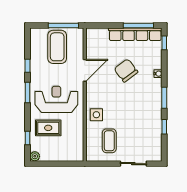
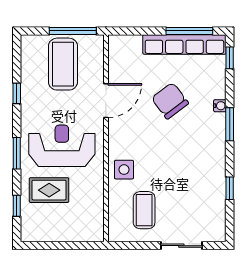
window: (27, 93) -> (17, 153), moved
window: (164, 98) -> (230, 124), moved
plant: (35, 156) -> (28, 234), removed

